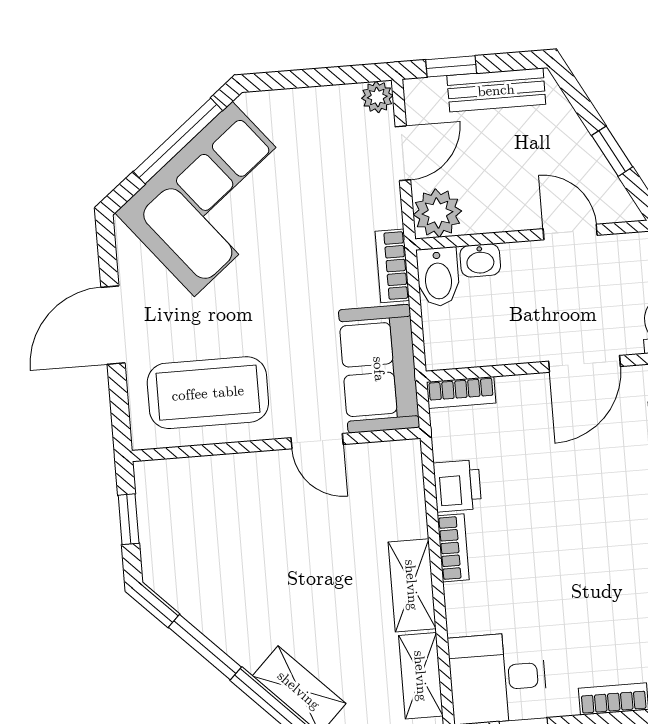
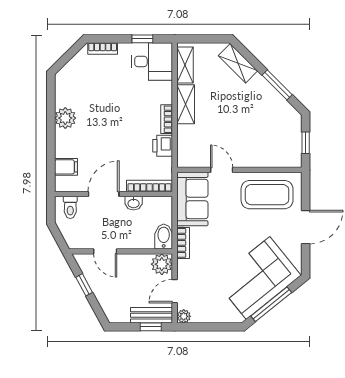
bench: (496, 90) -> (152, 315), moved
washbasin: (480, 260) -> (134, 203), moved, turned 180
bookcase: (461, 392) -> (150, 186), width x1.56

